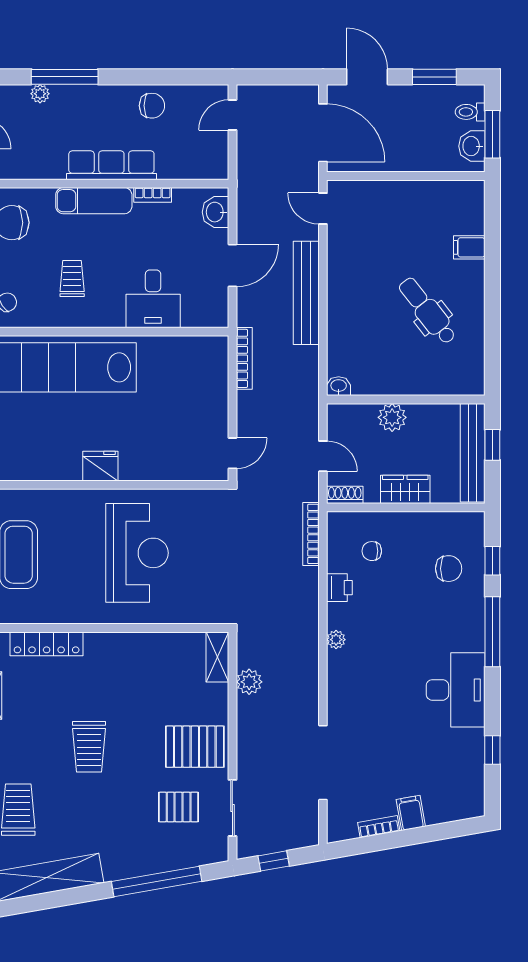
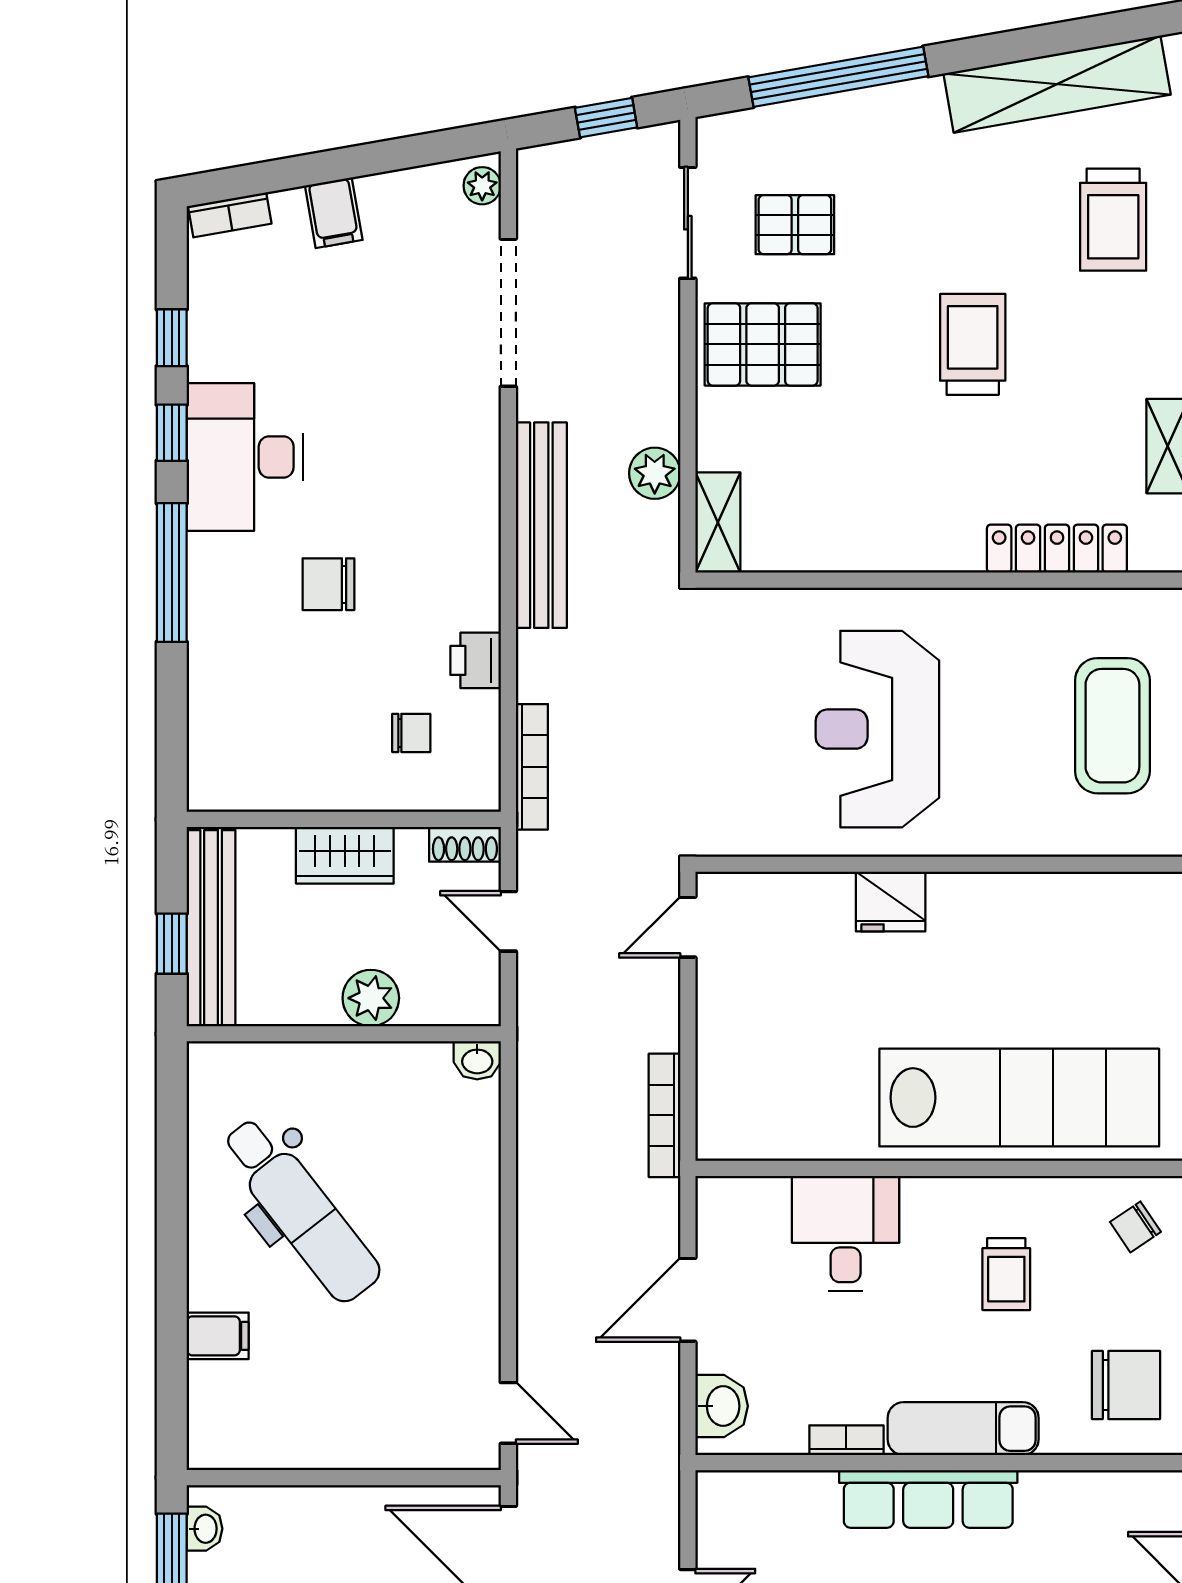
washbasin: (472, 146) -> (204, 1529), width x0.72, depth x0.69
bench: (306, 293) -> (541, 525), moved
dental chair: (427, 311) -> (301, 1210), width x1.36, depth x1.38
fridge: (100, 466) -> (891, 902), moved
window: (492, 561) -> (172, 433), moved
chair: (449, 569) -> (328, 584), moved
plant: (336, 640) -> (482, 186), moved
bookcase: (379, 827) -> (230, 215), moved

